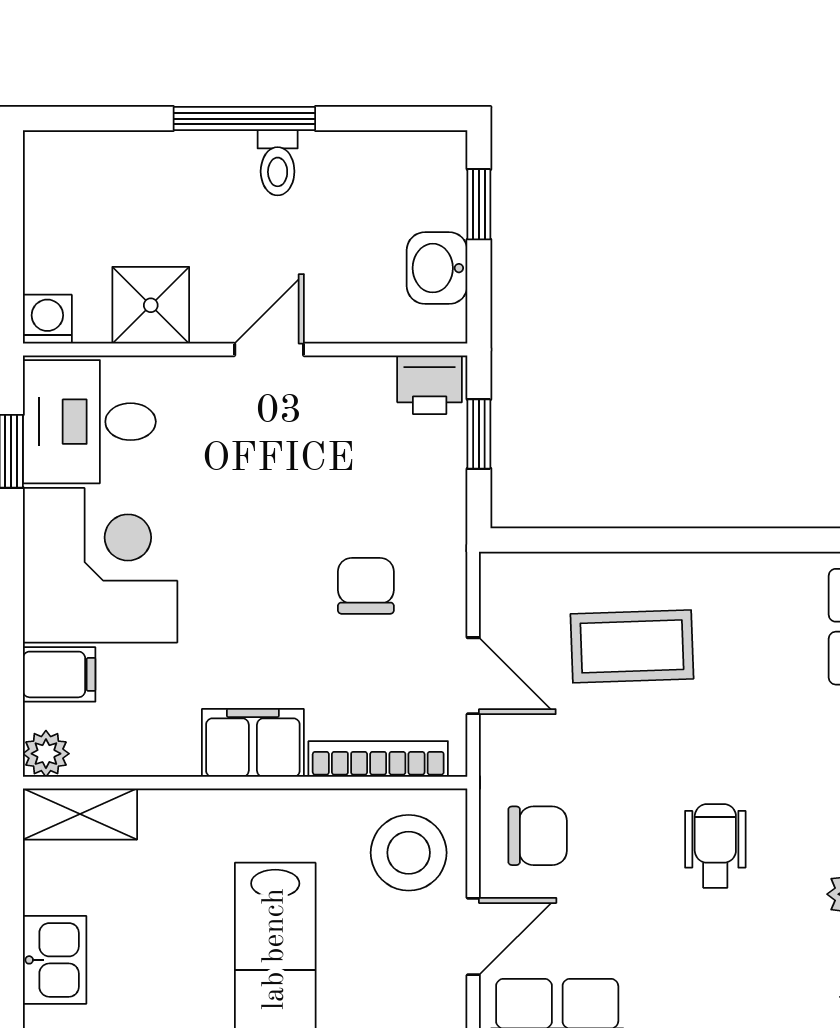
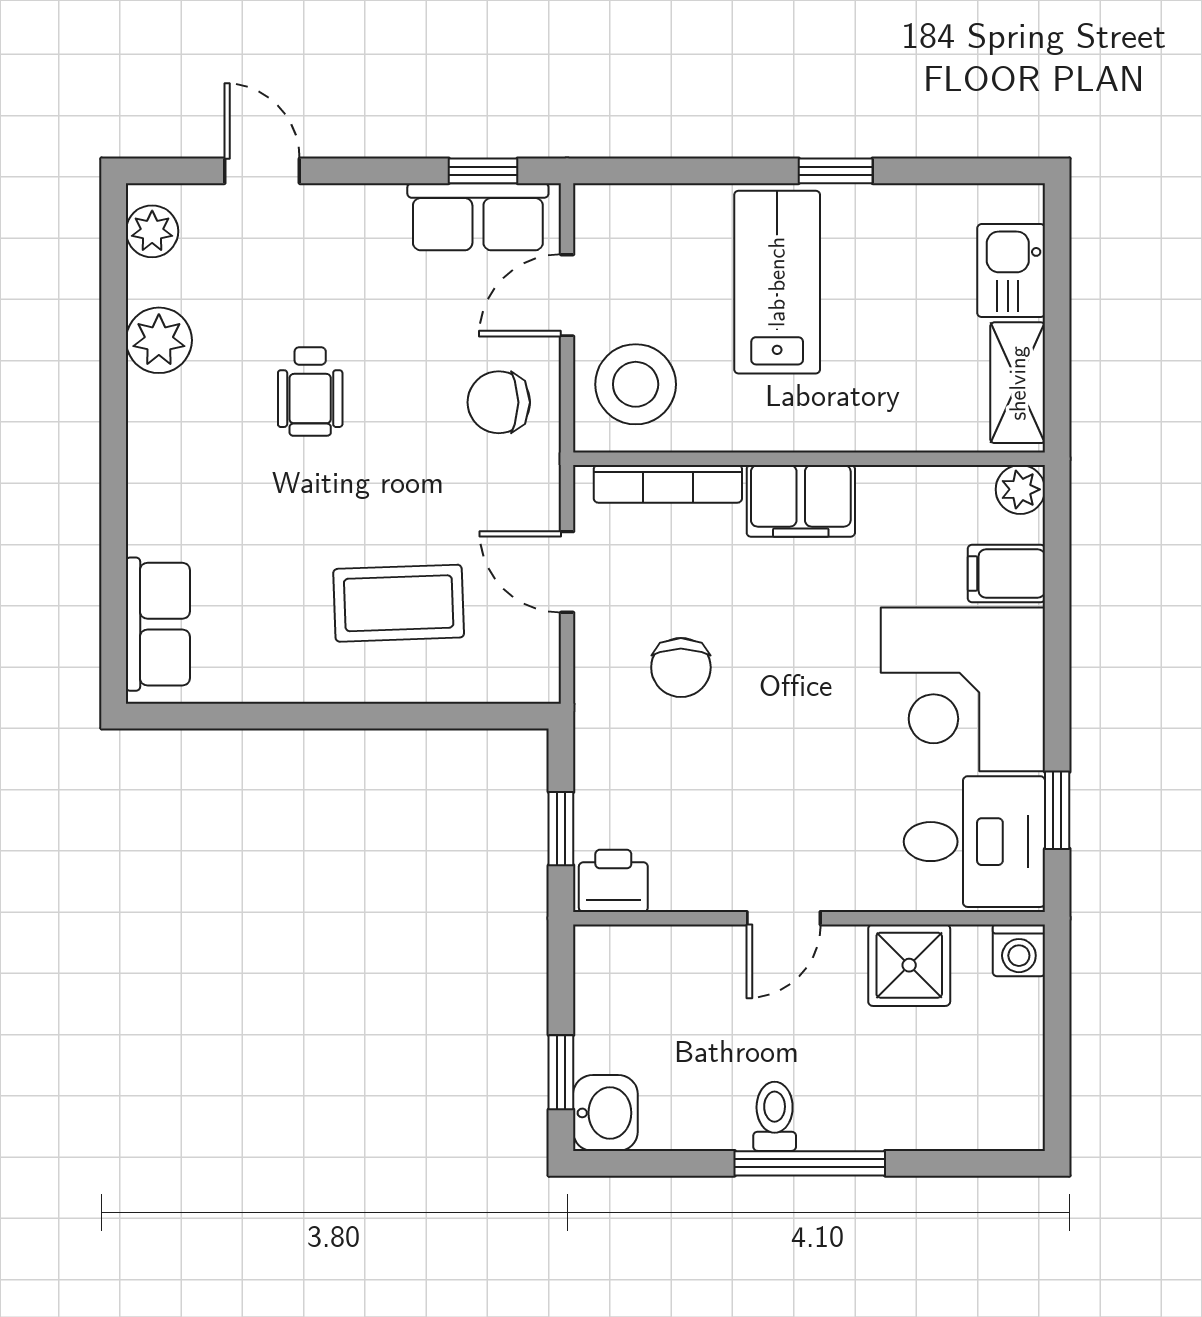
washbasin: (437, 268) -> (605, 1113), moved
shelving: (80, 814) -> (1018, 383), moved, turned 90

